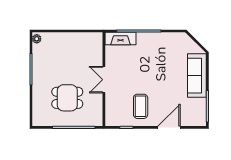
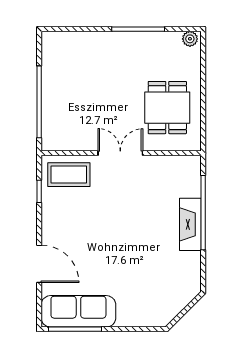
fireplace: (120, 38) -> (190, 224), moved
sofa: (197, 76) -> (78, 311), moved
dining table: (67, 98) -> (167, 108), moved
coffee table: (141, 106) -> (69, 175), moved

